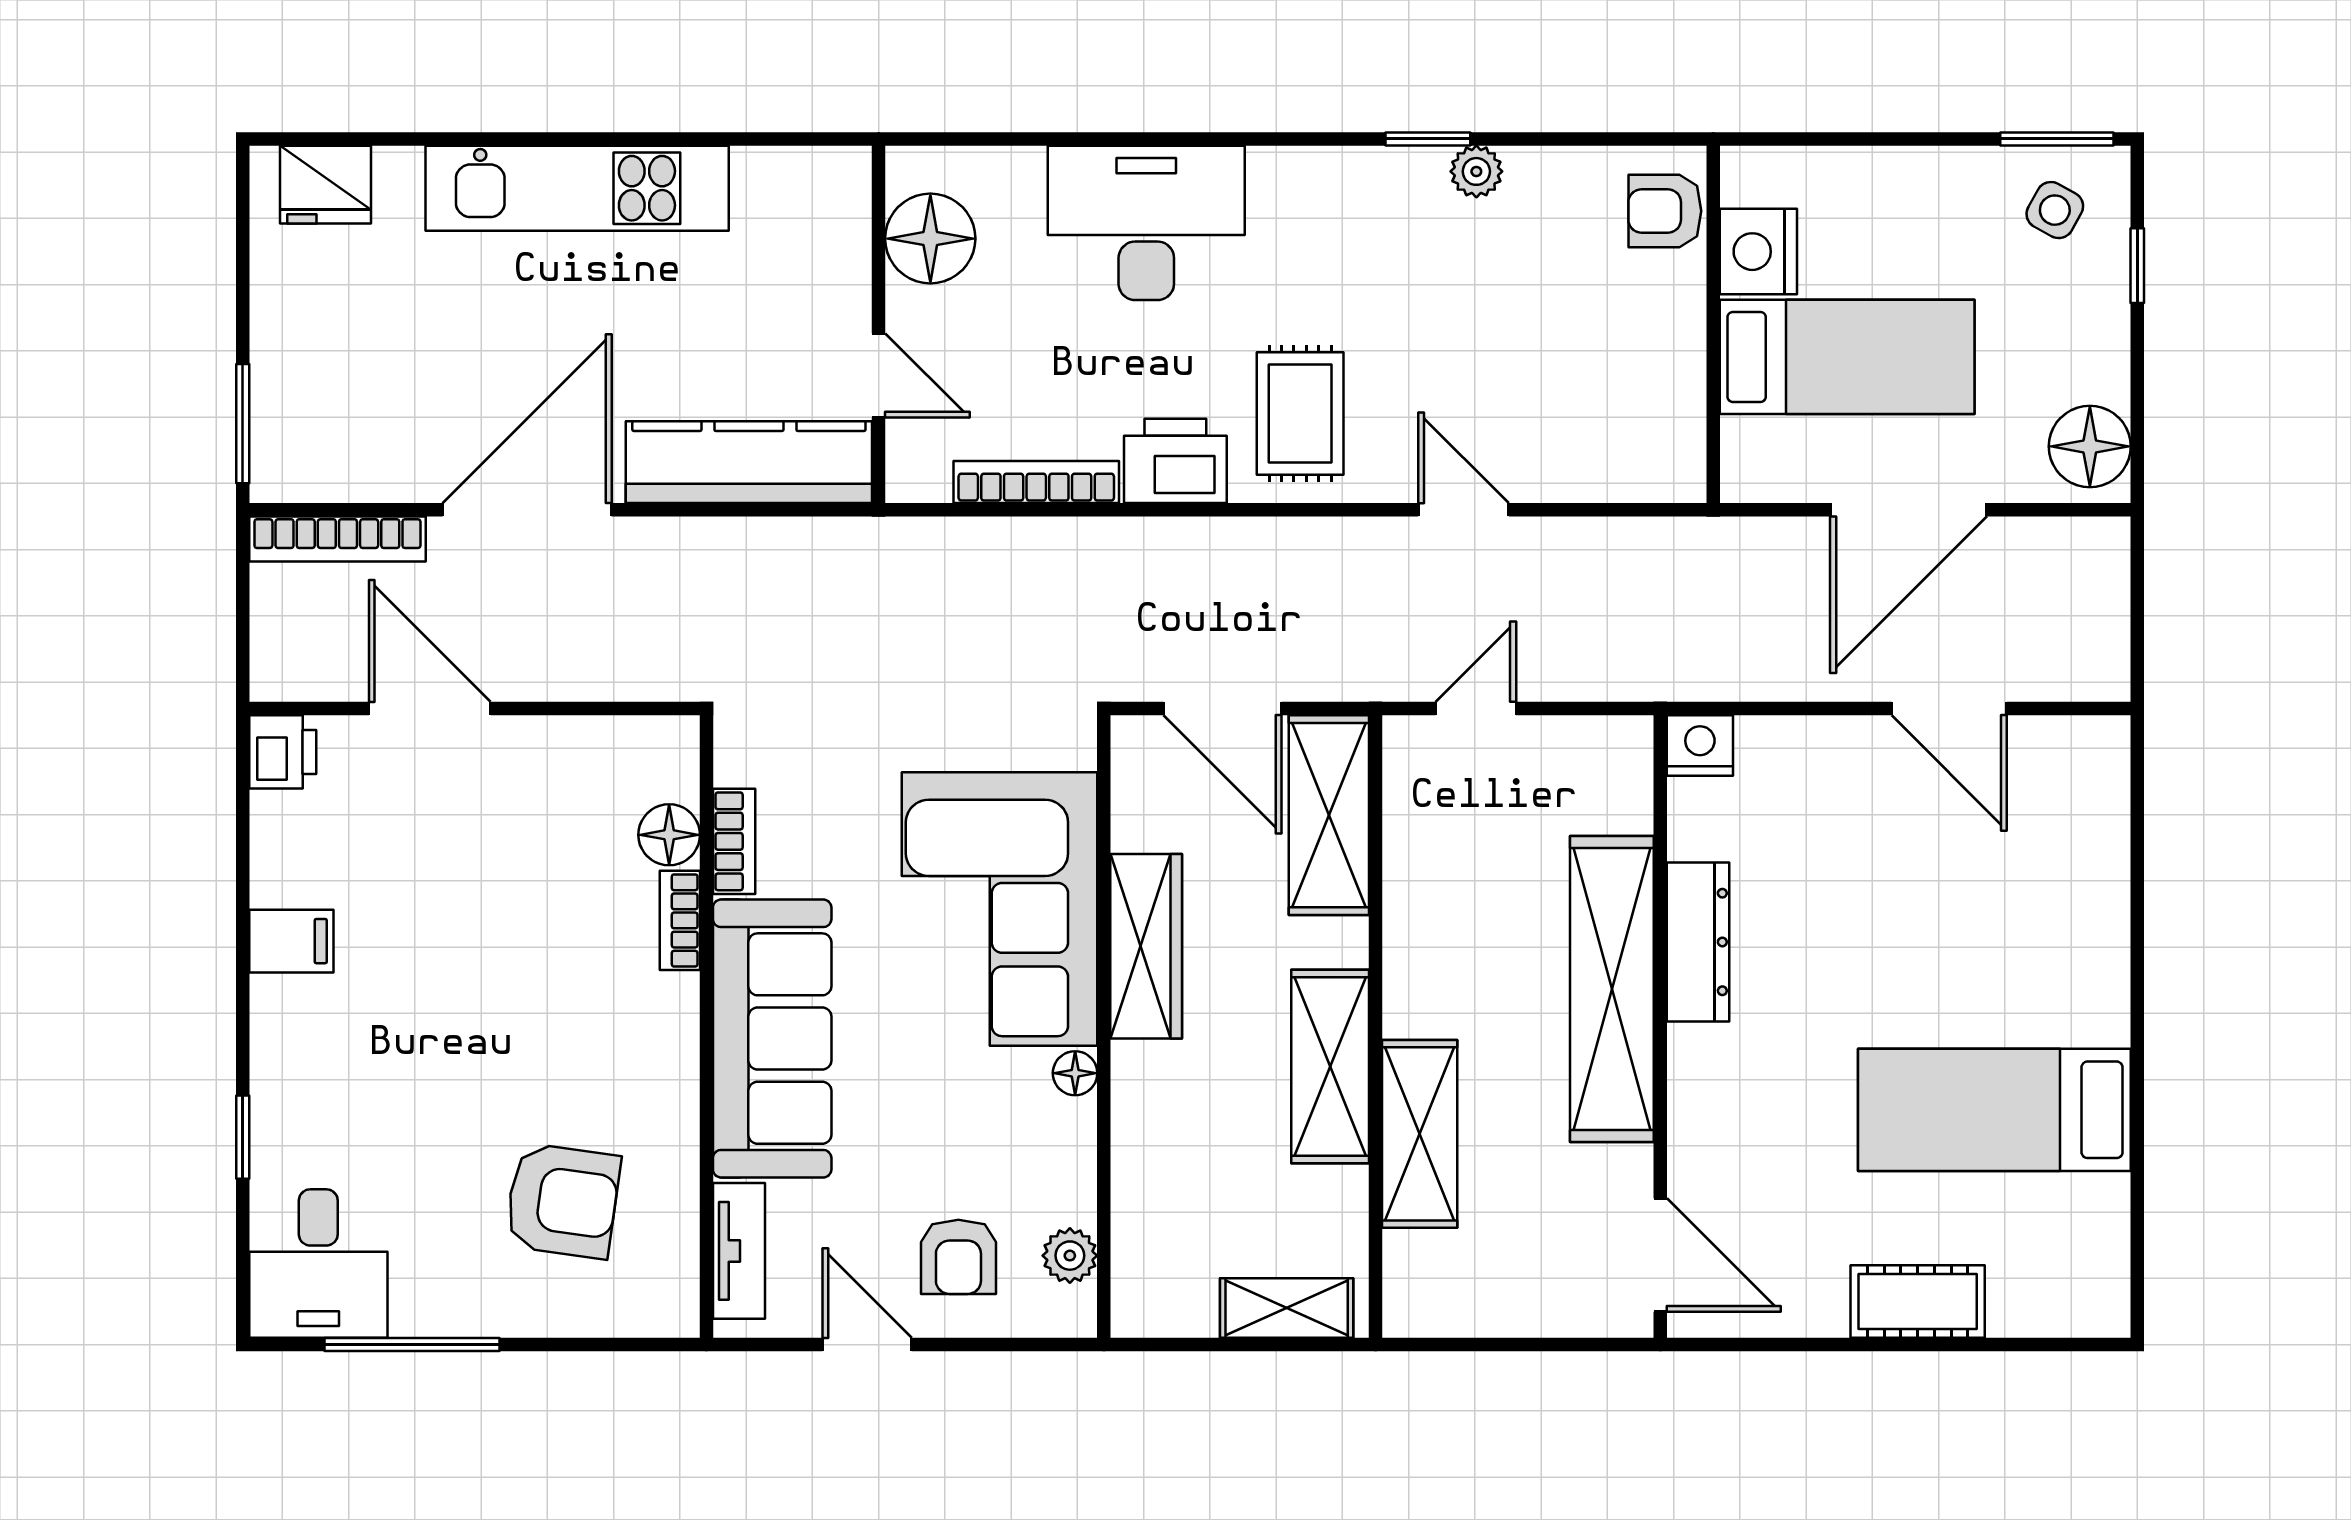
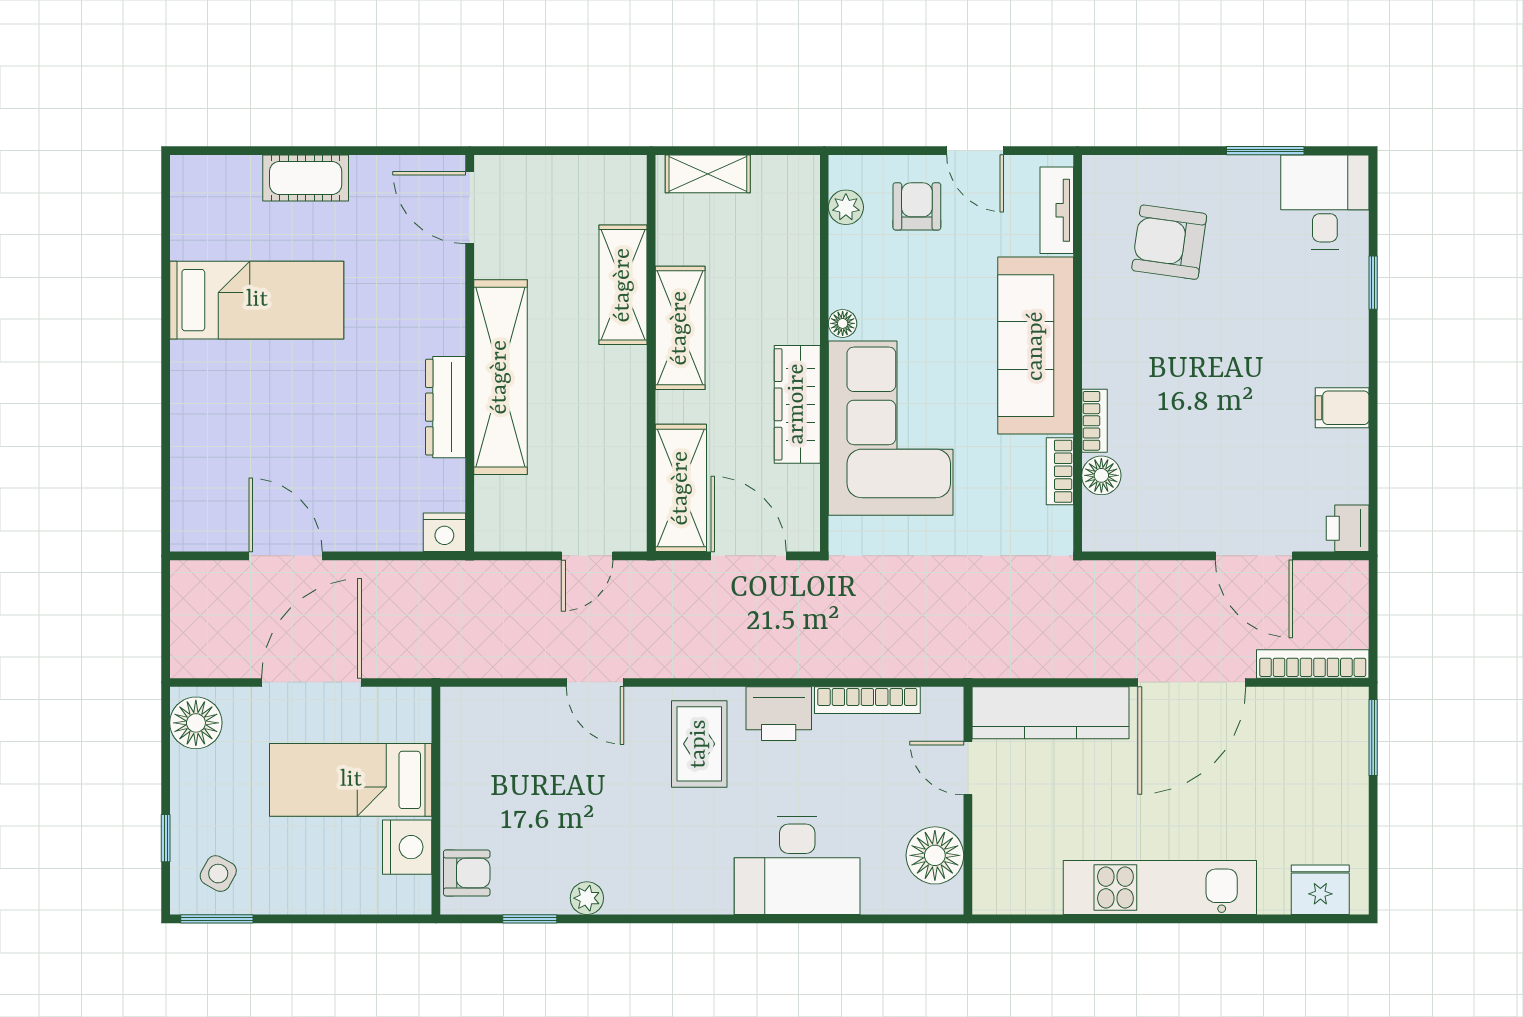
window: (1428, 139) -> (530, 919), moved
window: (412, 1345) -> (1265, 151), width x0.69

